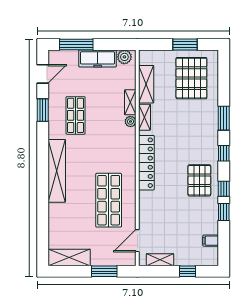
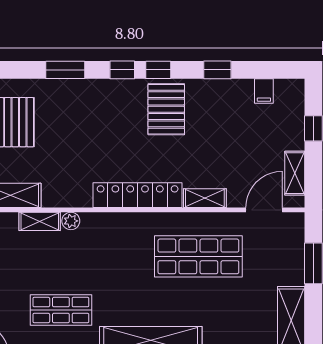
shelving: (145, 117) -> (205, 198), moved
pallet: (199, 180) -> (166, 109), turned 90
window: (224, 189) -> (158, 70), moved
door: (137, 241) -> (264, 210), swing flipped

